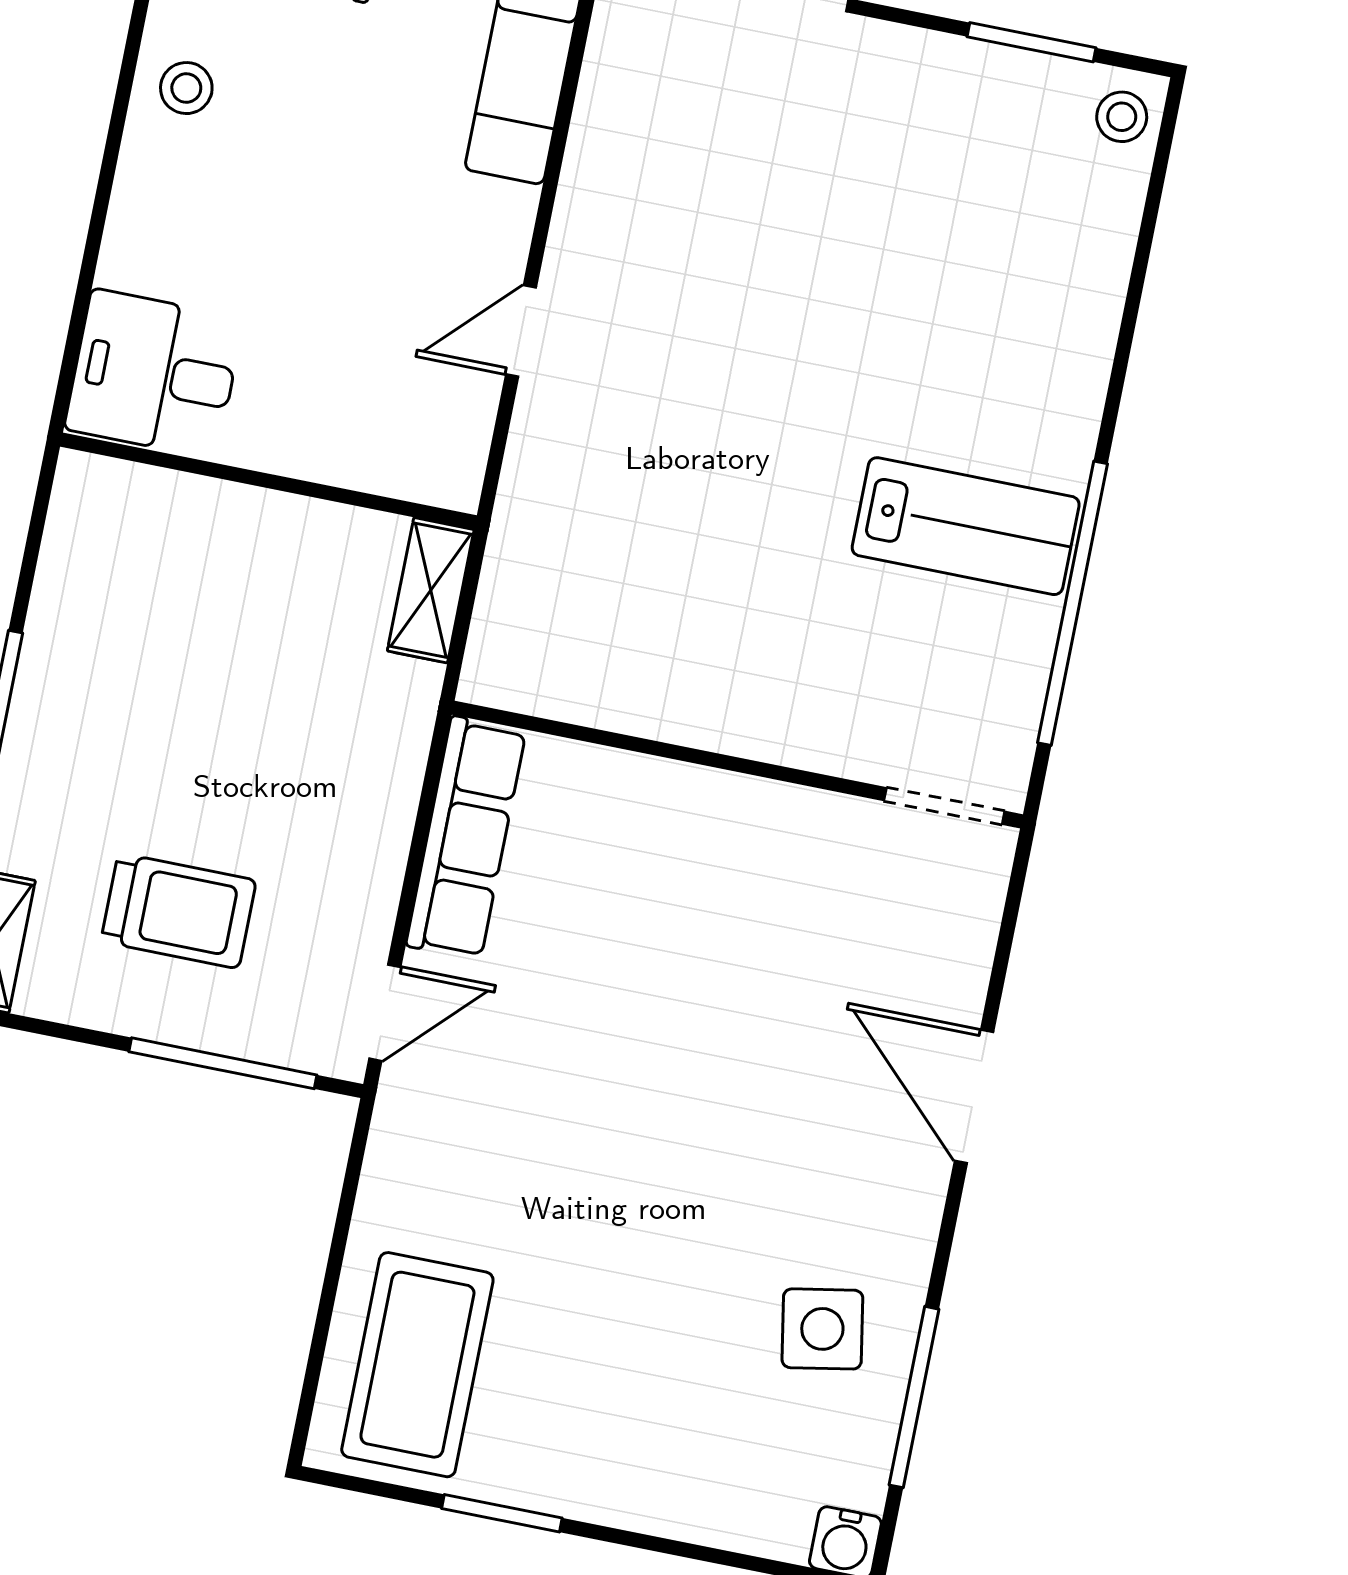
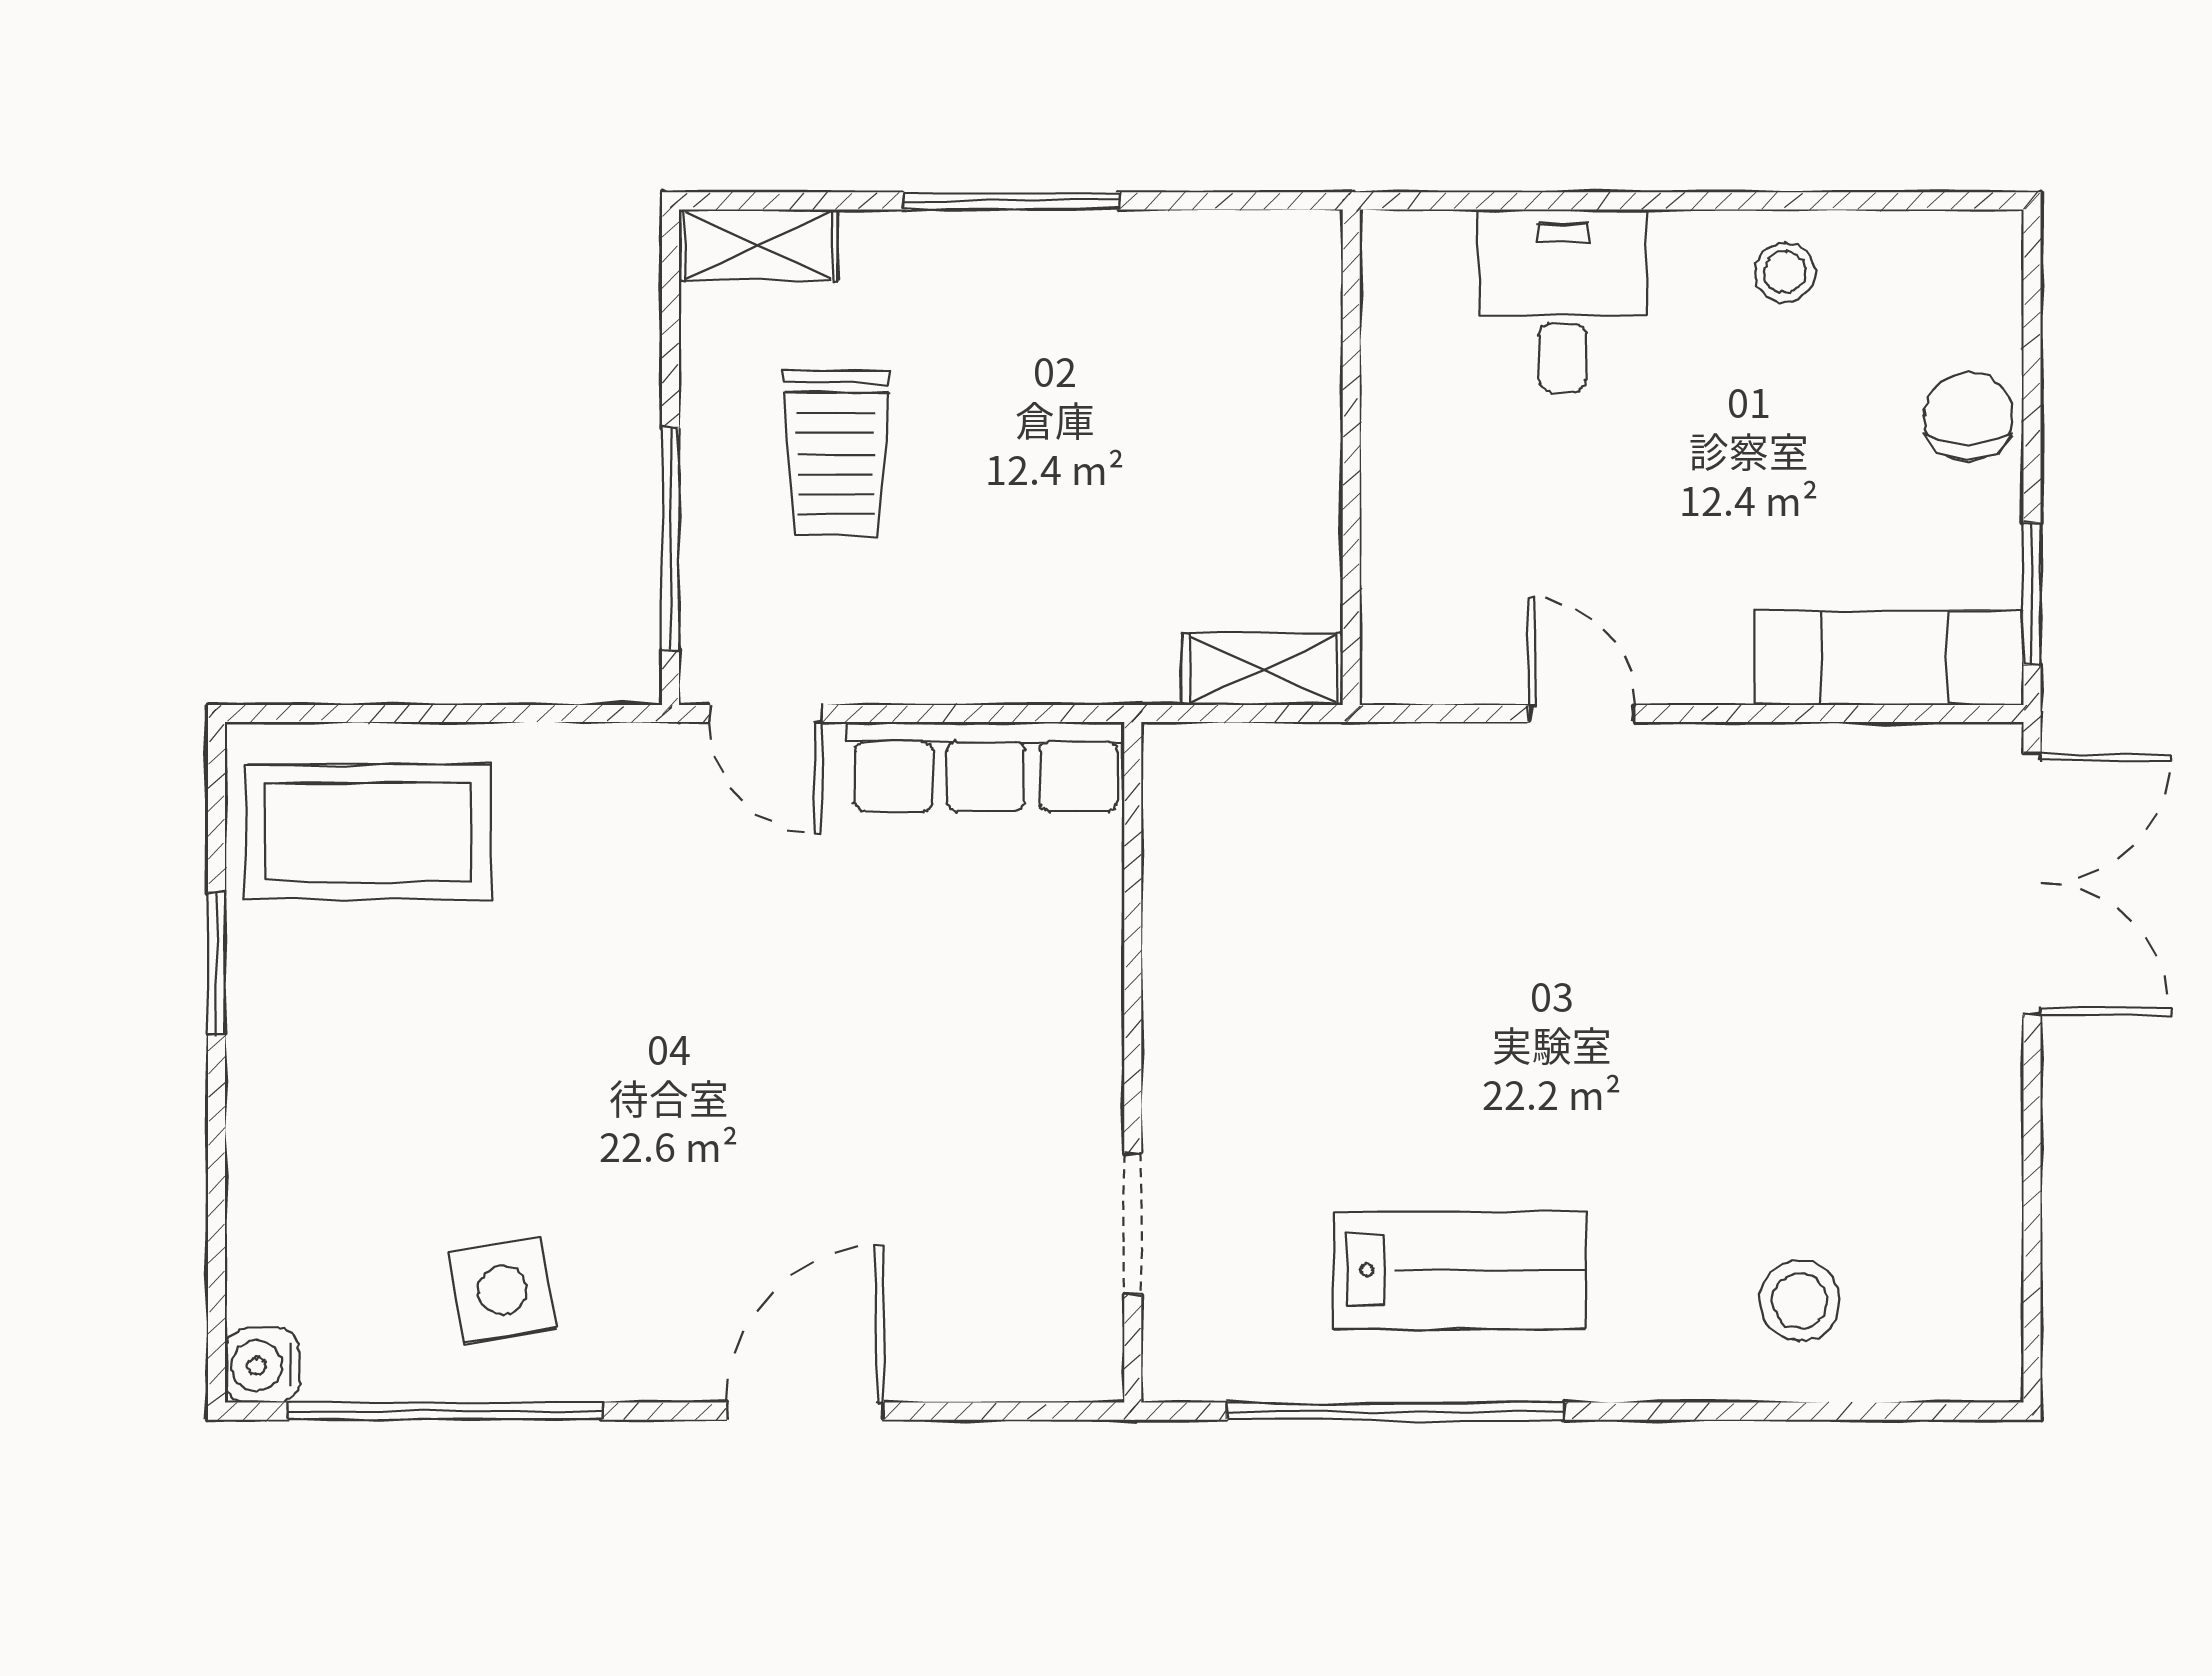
window: (1032, 42) -> (2032, 1235), removed
stool: (1122, 117) -> (1800, 1301), moved, width x1.37, depth x1.37
desk: (154, 374) -> (1563, 301), moved
lab bench: (966, 526) -> (1460, 1270), turned -90
doorway: (944, 806) -> (1133, 1224), moved
window: (914, 1397) -> (445, 1411), width x1.46

